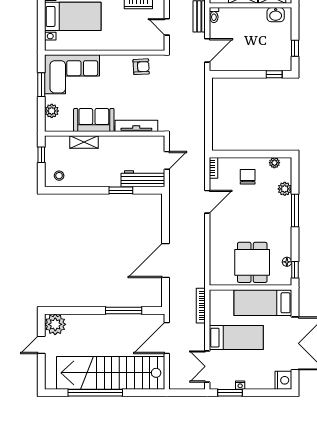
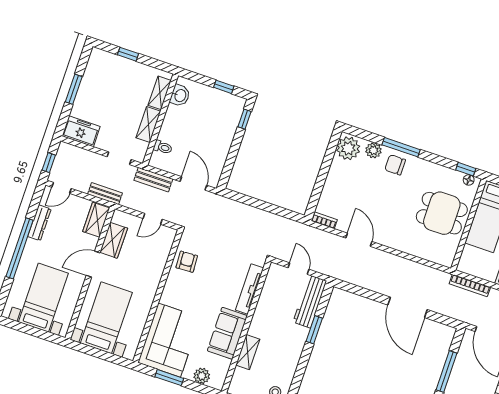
toilet: (214, 15) -> (163, 147), moved
plant: (274, 163) -> (348, 148), width x1.88, depth x1.88
chair: (248, 177) -> (395, 165), moved
floor lamp: (287, 262) -> (469, 180), moved

